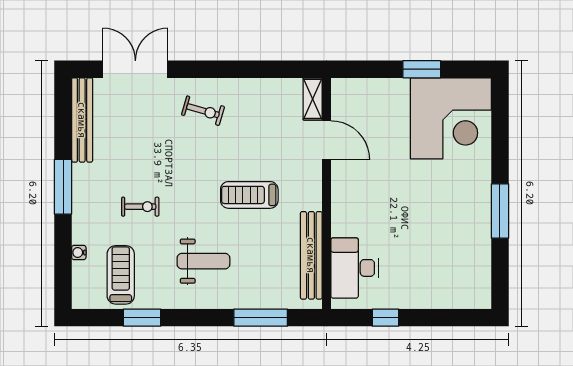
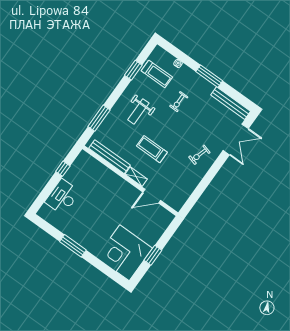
shelving: (313, 99) -> (136, 177), moved
treadmill: (249, 195) -> (152, 149), turned -90
desk: (355, 268) -> (62, 197), moved, turned -90

